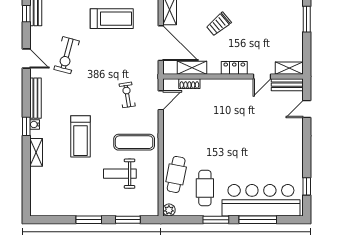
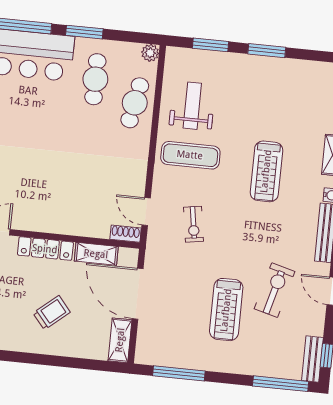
treadmill: (112, 19) -> (226, 310), moved, turned -90
locker: (234, 68) -> (45, 249), width x1.53
shoe rack: (189, 84) -> (126, 234), moved
door: (161, 100) -> (146, 212), hinge flipped
treadmill: (81, 136) -> (266, 171), turned 180
weight bench: (120, 174) -> (192, 106), moved, turned -90

